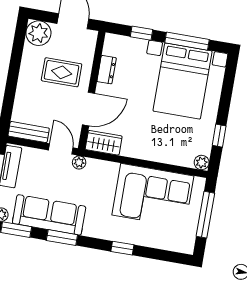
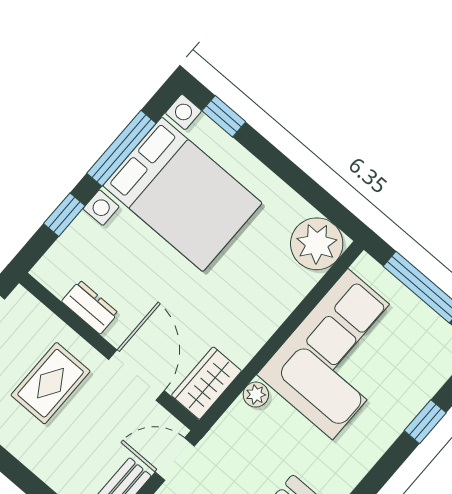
window: (219, 136) -> (224, 116), moved
plant: (79, 162) -> (256, 395), moved
plant: (202, 162) -> (317, 244), width x1.88, depth x1.88
window: (122, 248) -> (425, 422), moved

